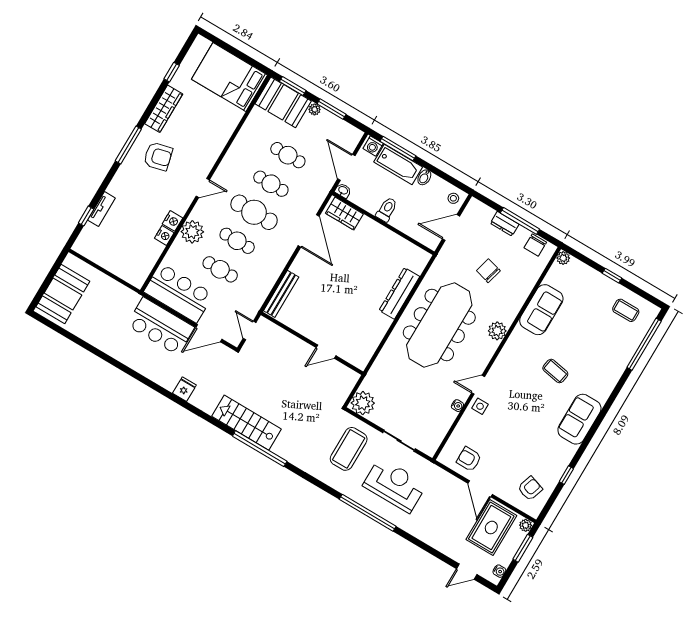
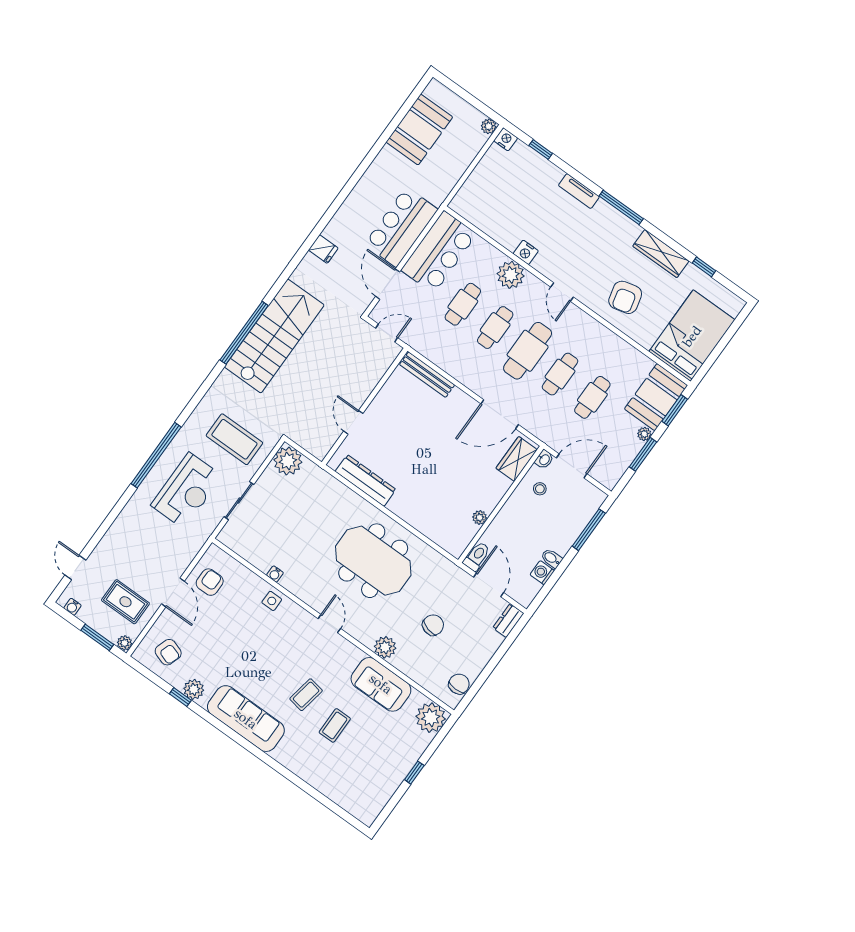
washing machine: (373, 146) -> (542, 573), moved
armchair: (158, 156) -> (625, 297), moved
bathtub: (398, 164) -> (570, 528), removed
stool: (453, 198) -> (540, 489), moved
tv unit: (101, 209) -> (579, 191), moved
toilet: (387, 210) -> (477, 556), moved, turned -90
window: (520, 221) -> (489, 668), removed
dresser: (505, 224) -> (508, 621), moved
nightstand: (164, 236) -> (506, 139), moved, turned 180
plant: (396, 240) -> (480, 518), added
chair: (535, 245) -> (459, 684), turned 90
plant: (563, 258) -> (431, 718), width x1.88, depth x1.88
plant: (71, 261) -> (489, 126), added
dresser: (399, 293) -> (366, 481), moved
booth: (63, 294) -> (419, 130), moved, turned 90
coffee table: (626, 310) -> (335, 725), moved
meeting table: (439, 325) -> (373, 561), width x0.73
plant: (497, 331) -> (385, 647), moved
window: (644, 344) -> (329, 804), removed
door: (478, 385) -> (329, 624), moved
sofa: (579, 419) -> (246, 719), width x1.36
stairs: (247, 423) -> (274, 336), width x1.36, depth x1.51
plant: (559, 465) -> (194, 689), added
door: (480, 489) -> (173, 592), swing flipped
rug: (491, 528) -> (125, 602), width x0.73, depth x0.70

